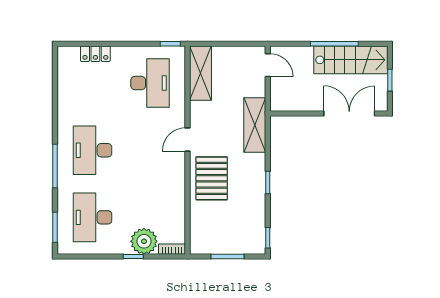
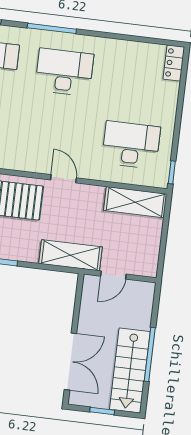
locker: (95, 54) -> (174, 63), moved
door: (268, 65) -> (113, 275), moved
desk: (150, 83) -> (131, 145), turned 180

